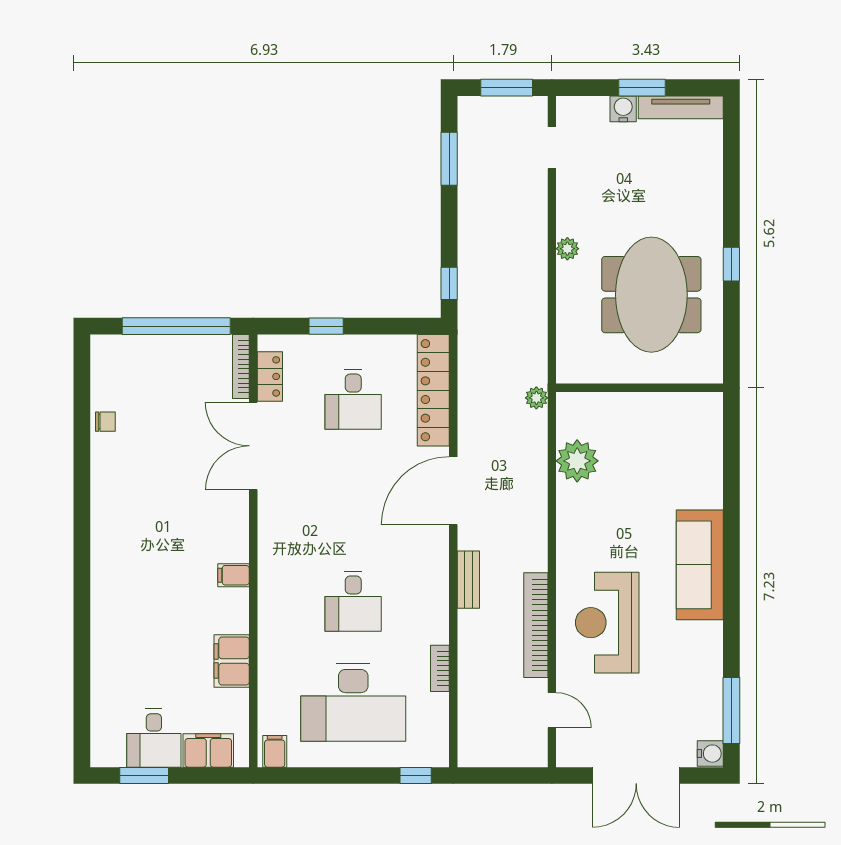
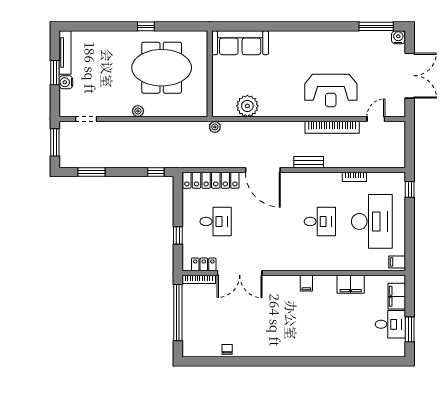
sofa: (700, 565) -> (240, 43), moved

